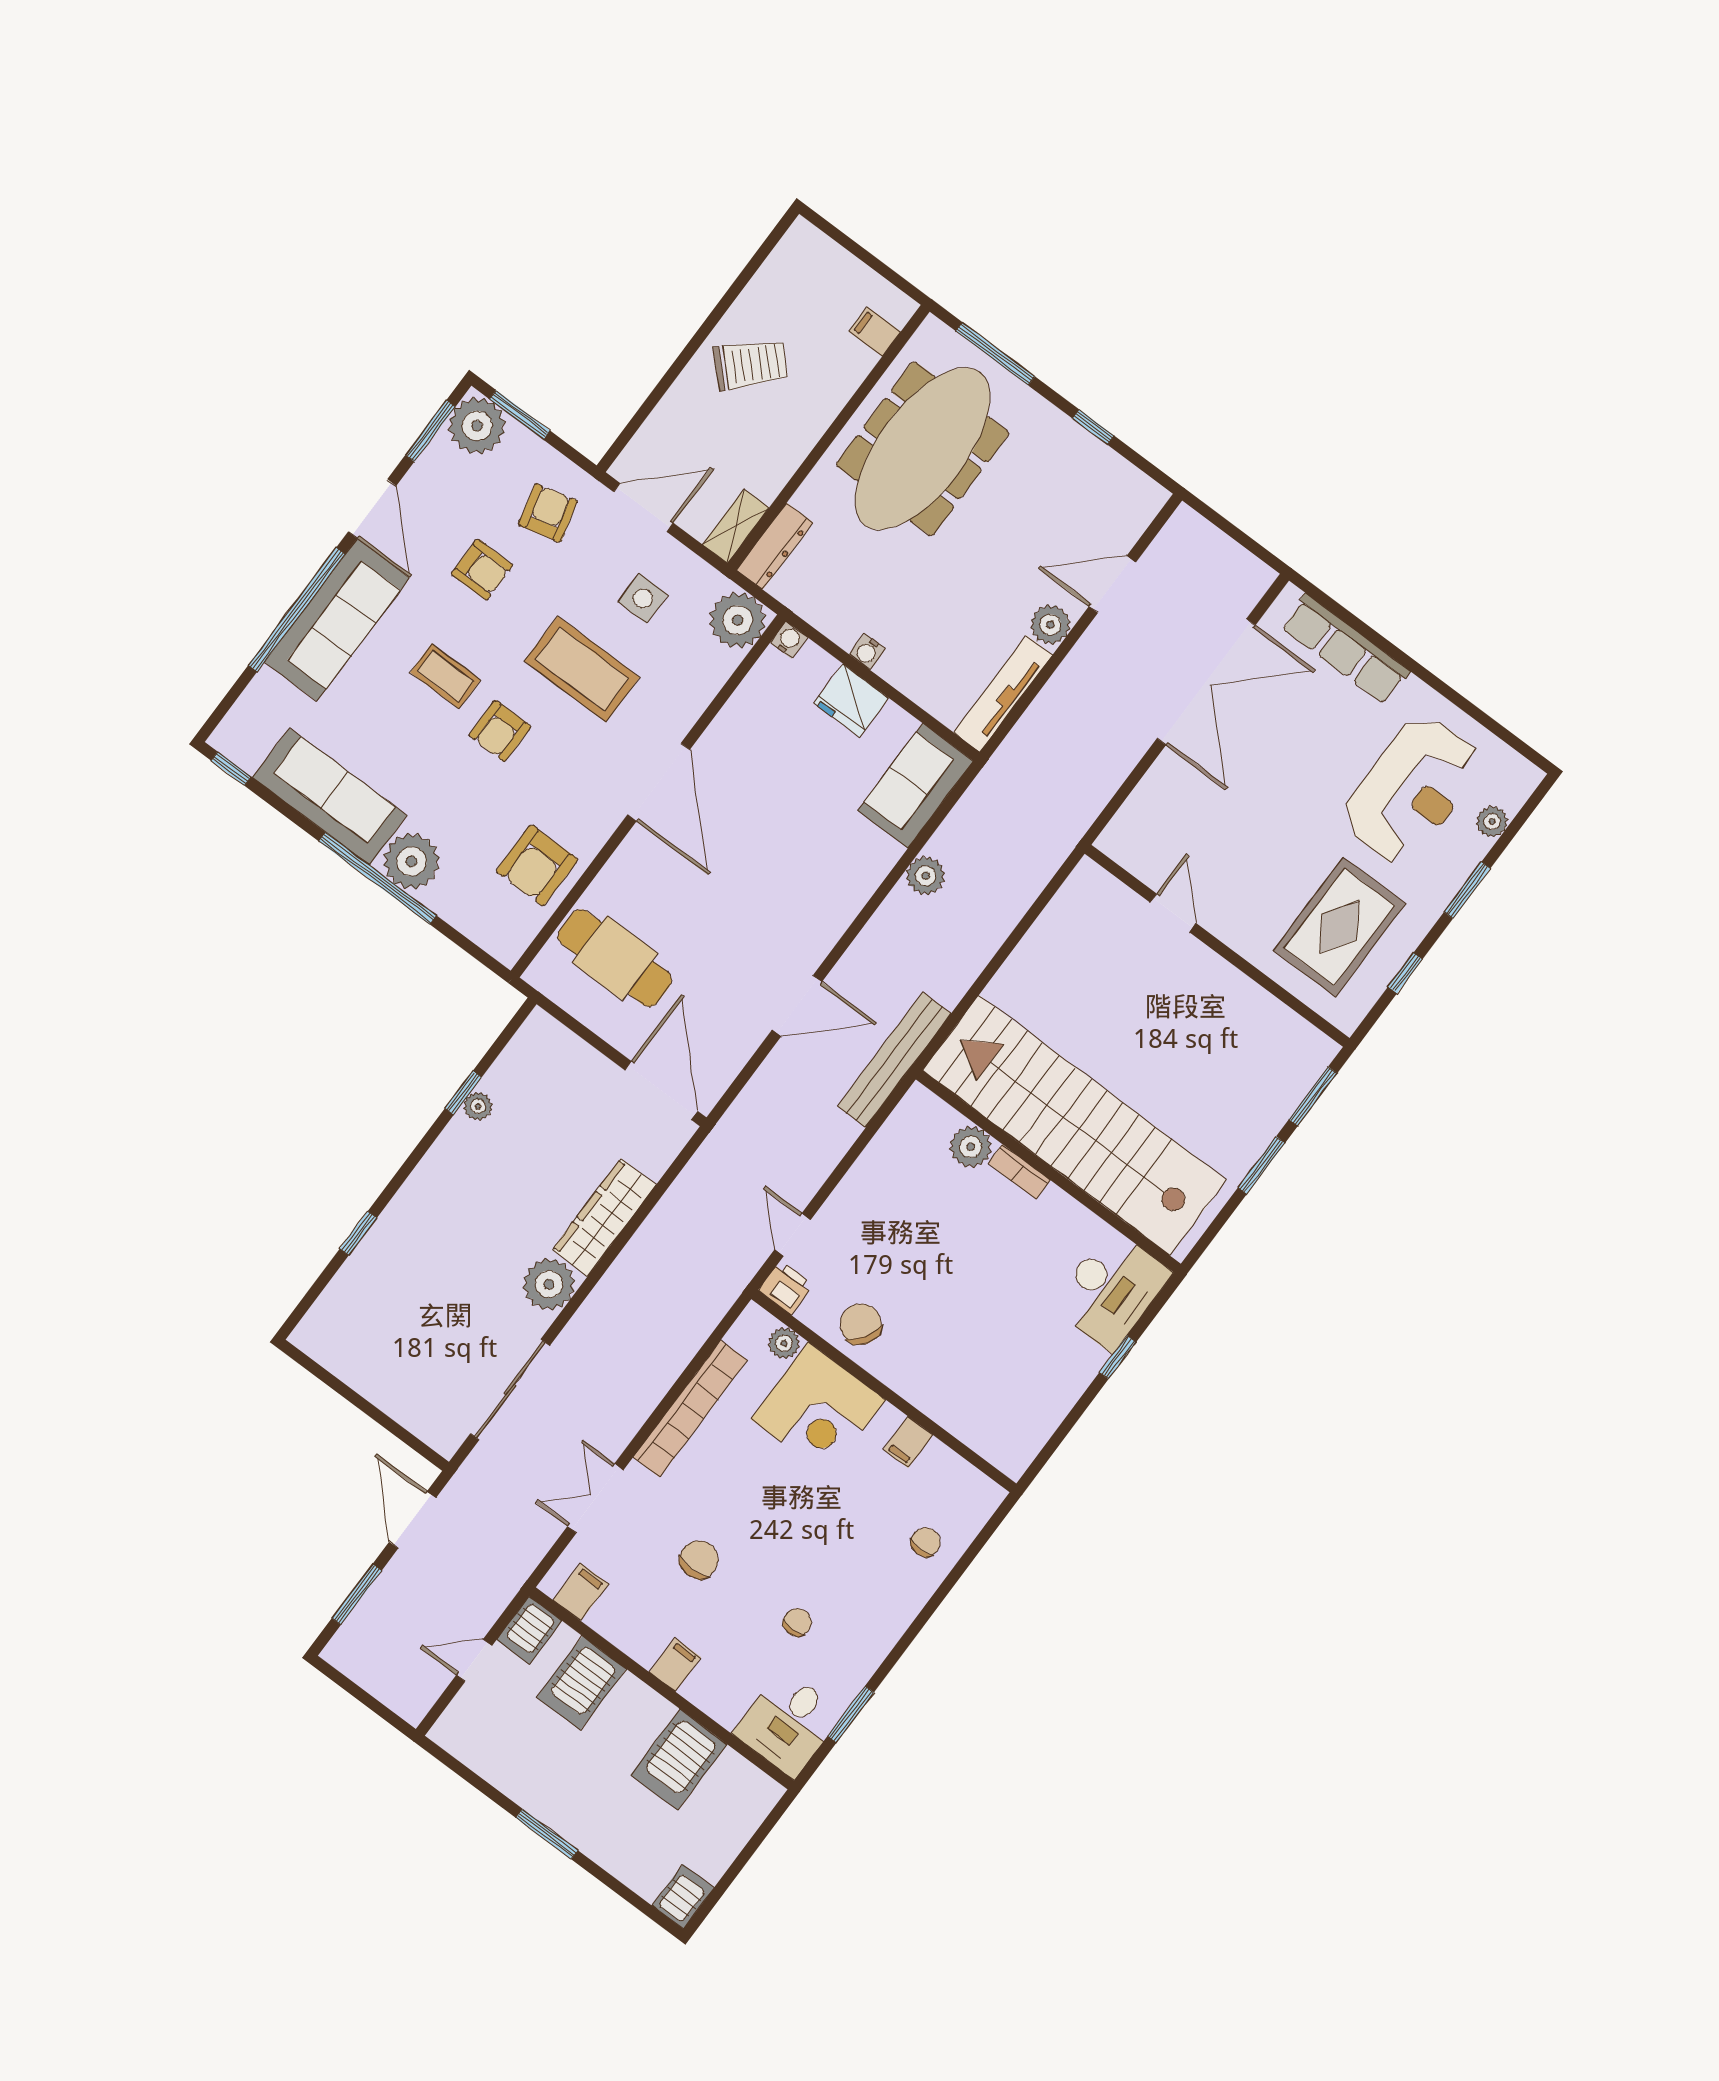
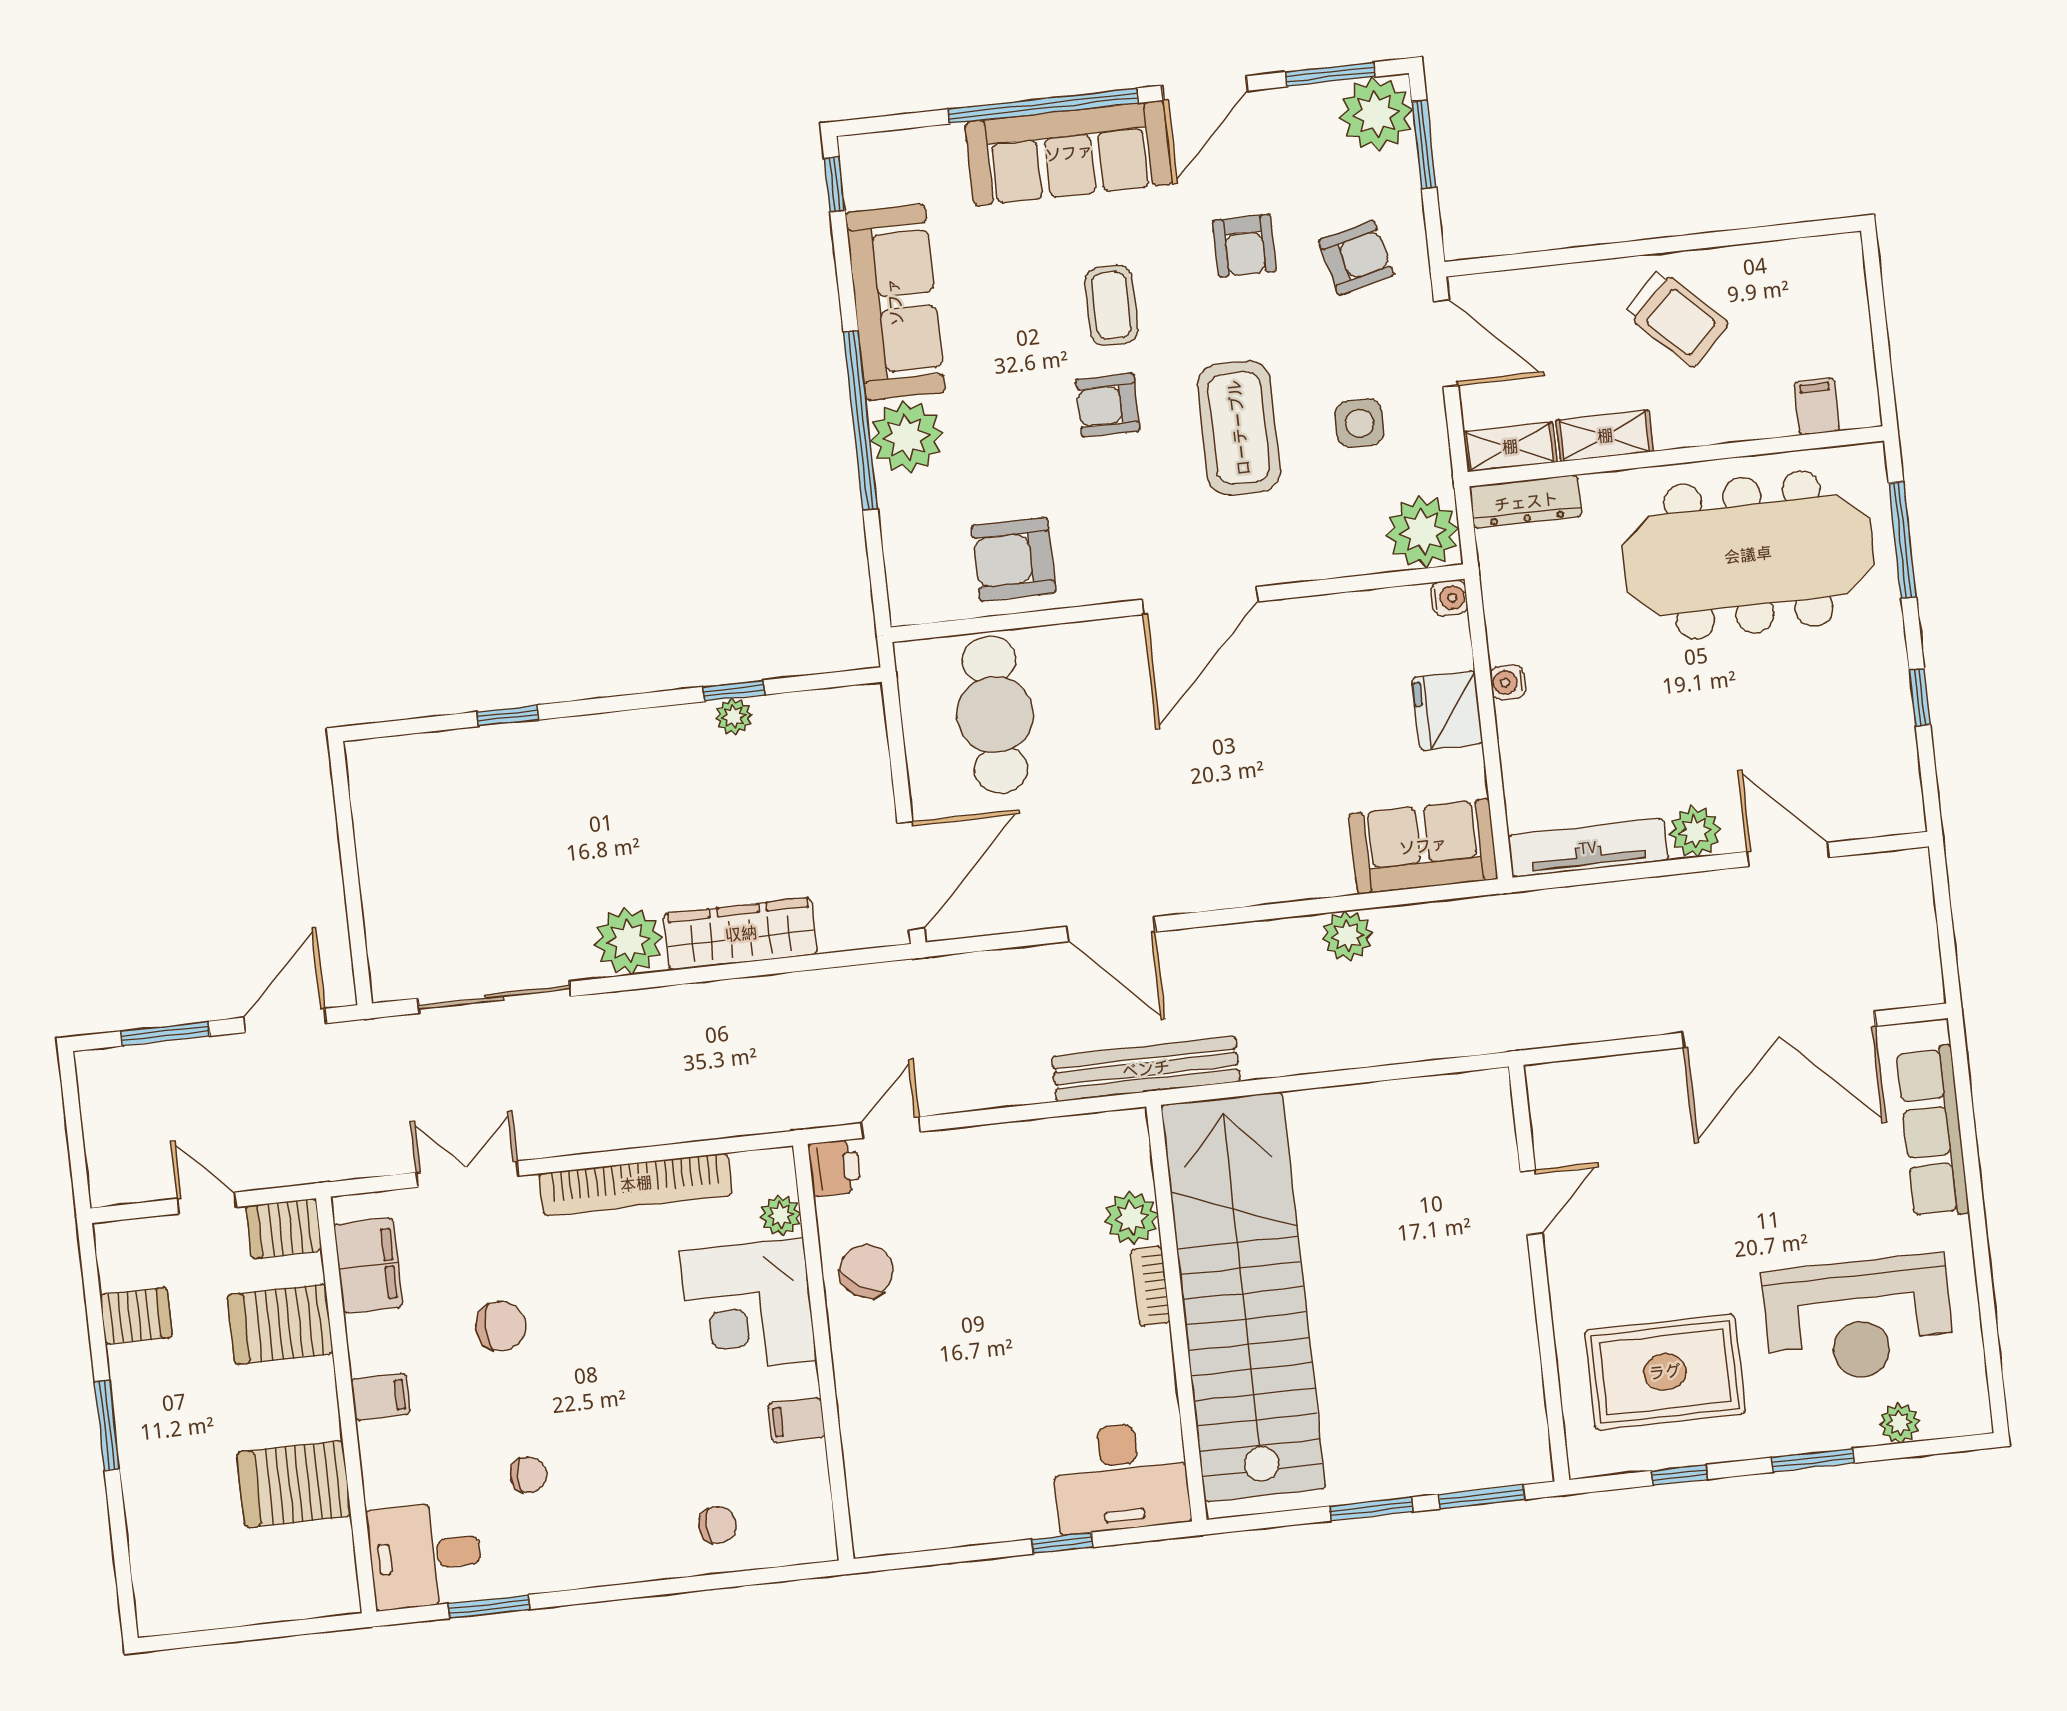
shelving: (779, 467) -> (1605, 436), added
filing cabinet: (581, 1592) -> (368, 1266), width x2.00
server rack: (683, 1897) -> (136, 1316), moved

